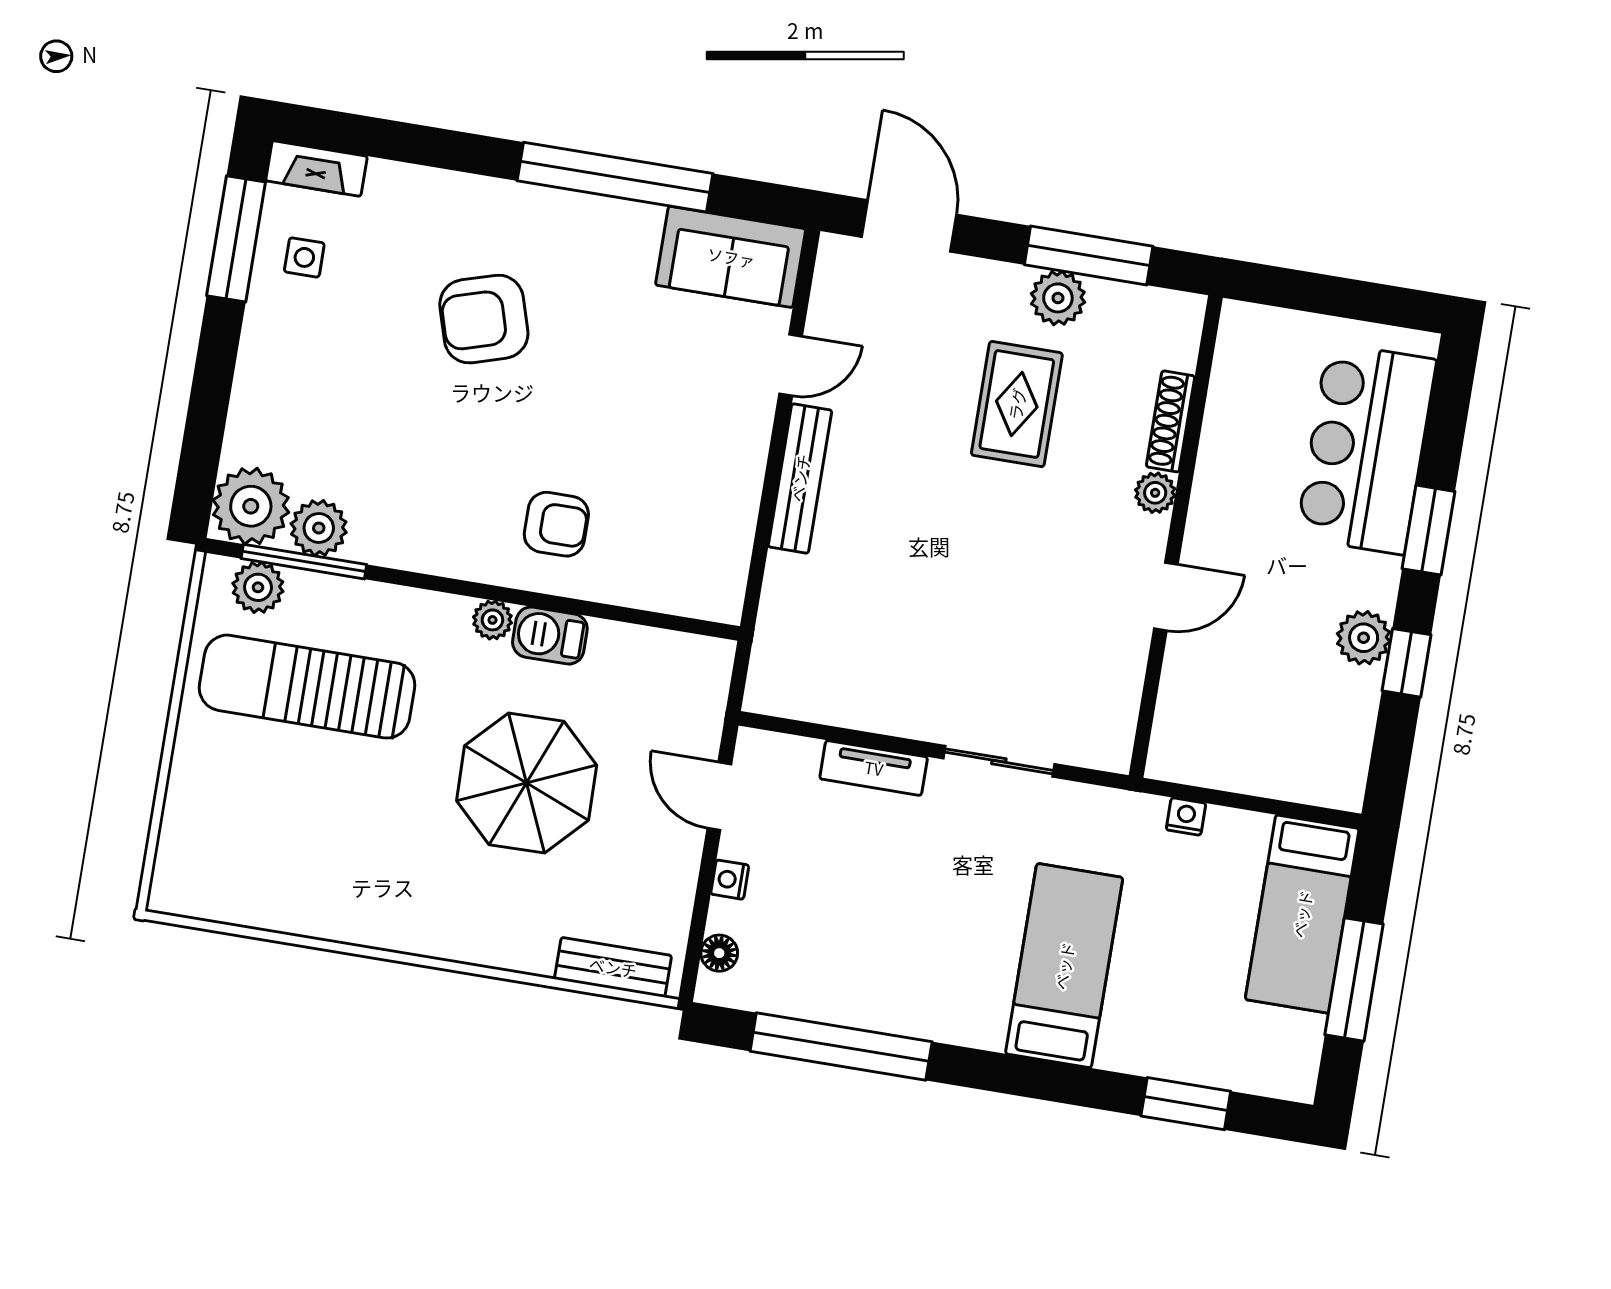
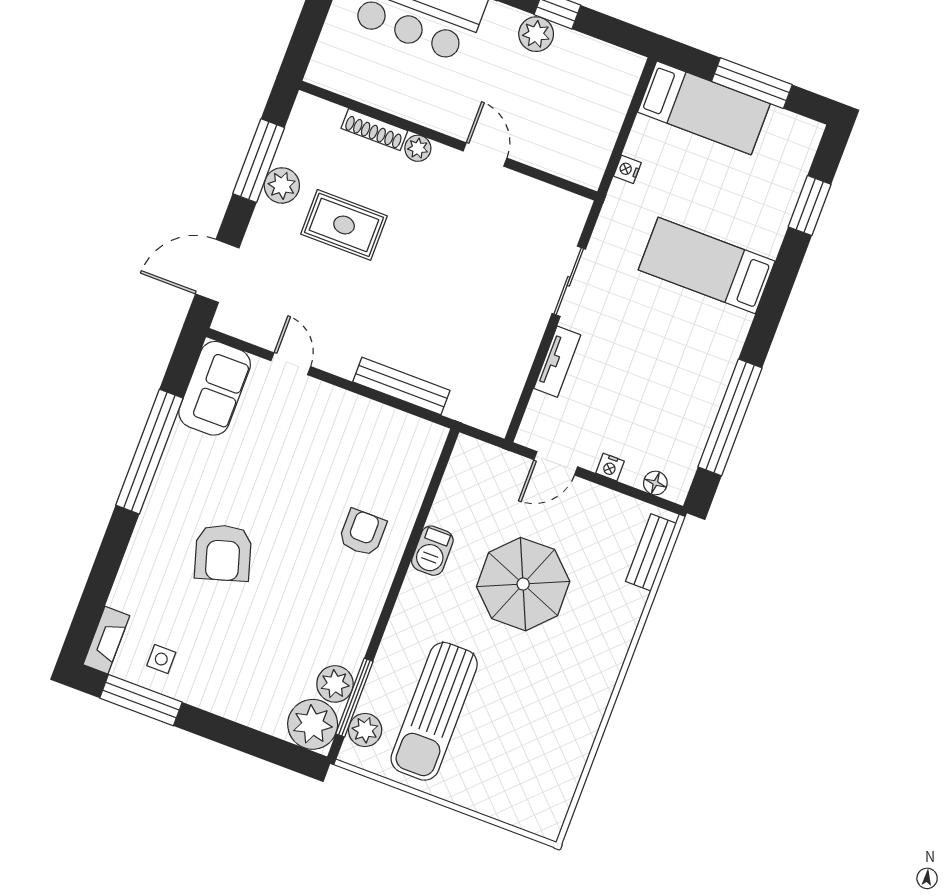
bench: (800, 478) -> (401, 386), moved
plant: (492, 620) -> (415, 585), removed

